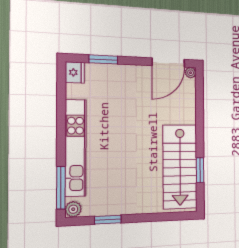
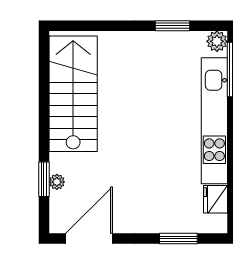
fridge: (75, 72) -> (215, 199), moved
plant: (191, 73) -> (57, 182), moved
window: (200, 170) -> (44, 179), moved

